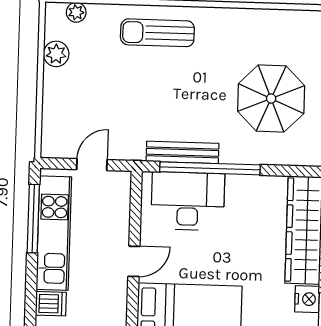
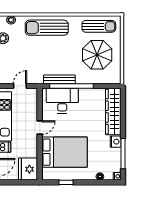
sun lounger: (157, 33) -> (47, 28), width x1.36, depth x1.34
sun lounger: (277, 34) -> (99, 26), added

